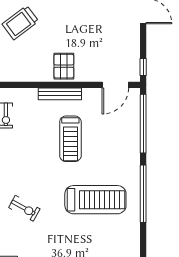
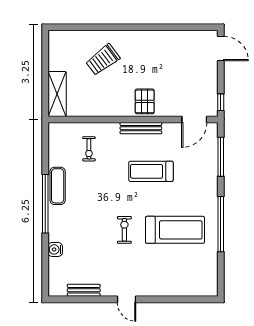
window: (143, 124) -> (221, 157), width x0.68
treadmill: (70, 139) -> (151, 171), turned 90
exercise bike: (24, 208) -> (124, 230), moved, turned -119

